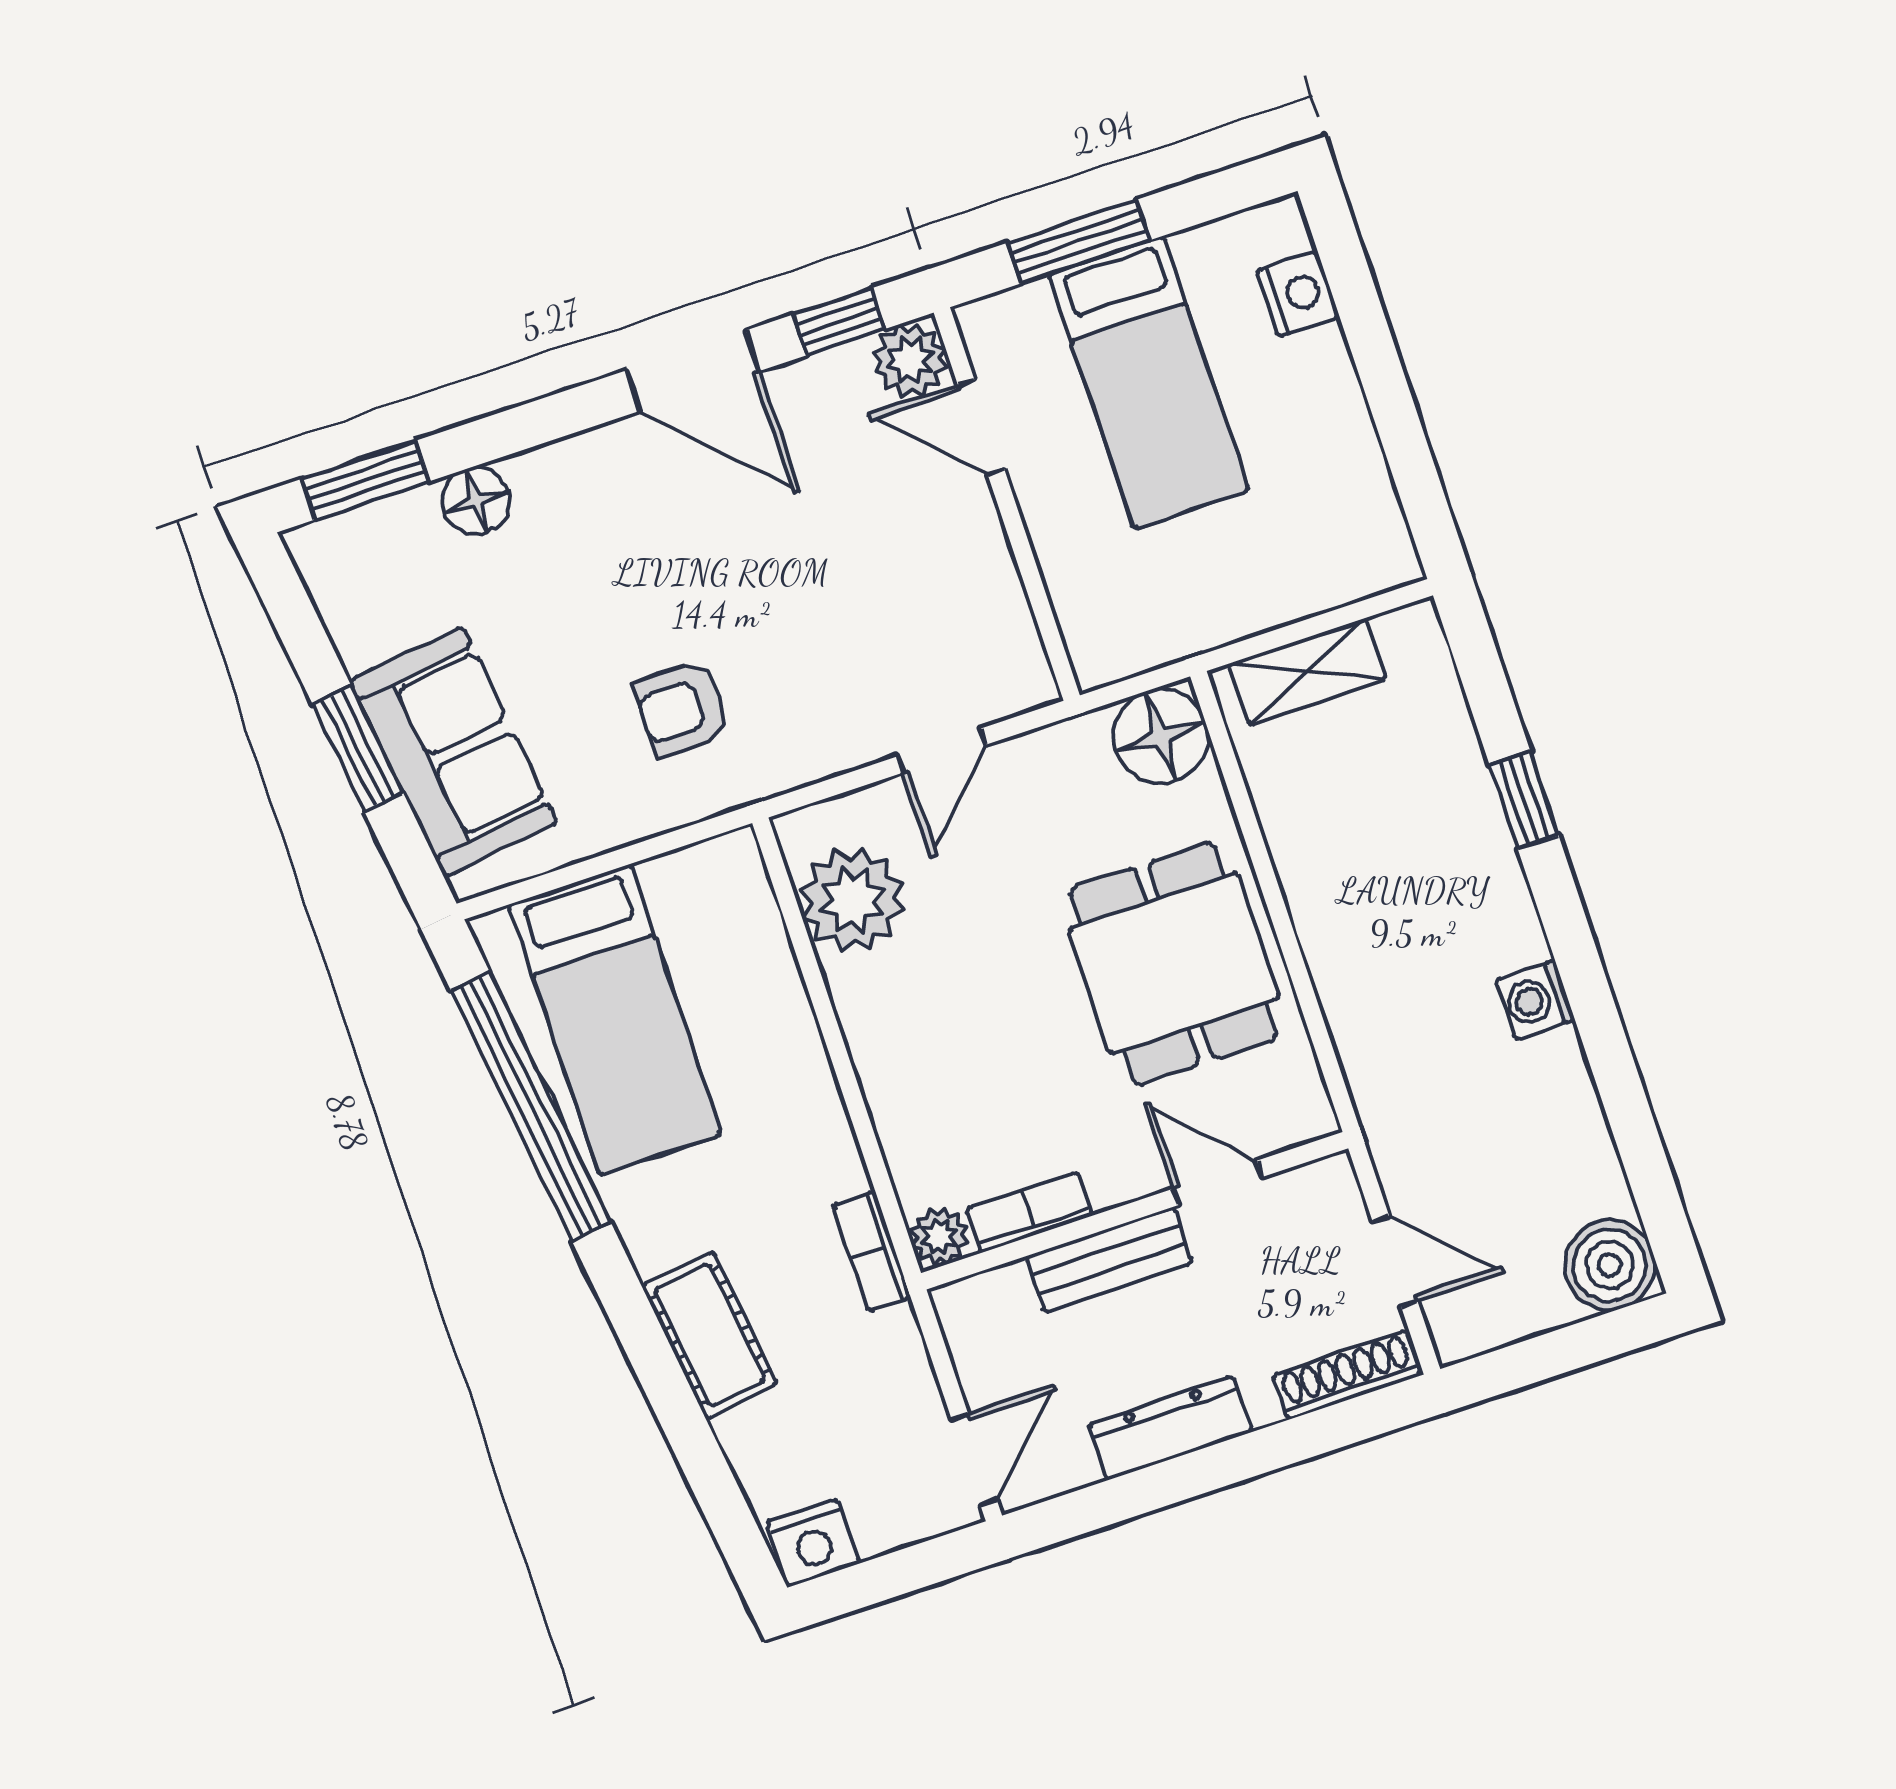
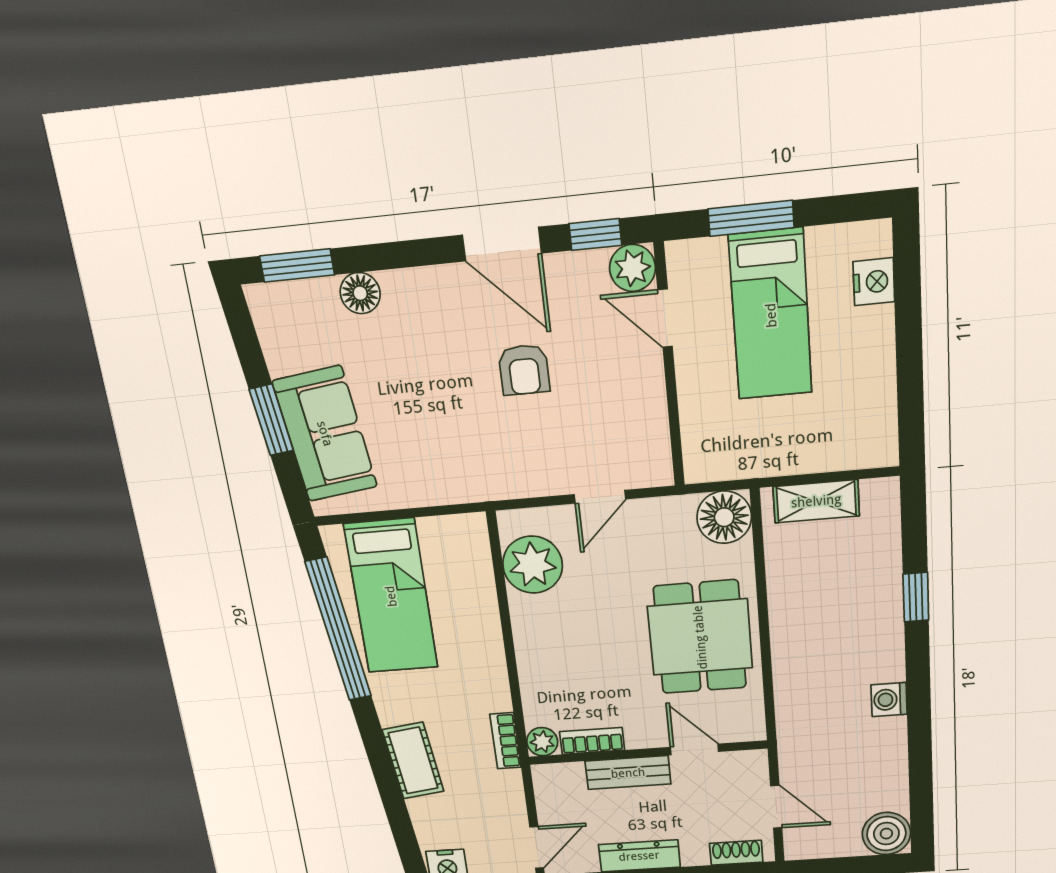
armchair: (682, 708) -> (524, 370), moved, turned -90
shoe rack: (1347, 1375) -> (736, 853), width x0.70

